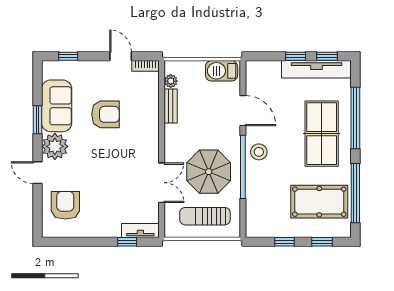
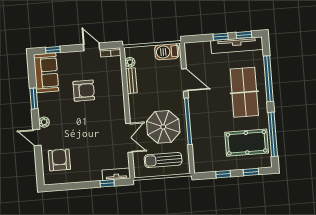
sofa: (57, 106) -> (46, 73), moved
plant: (55, 146) -> (44, 122), width x0.53, depth x0.53
stool: (259, 152) -> (199, 109), removed

